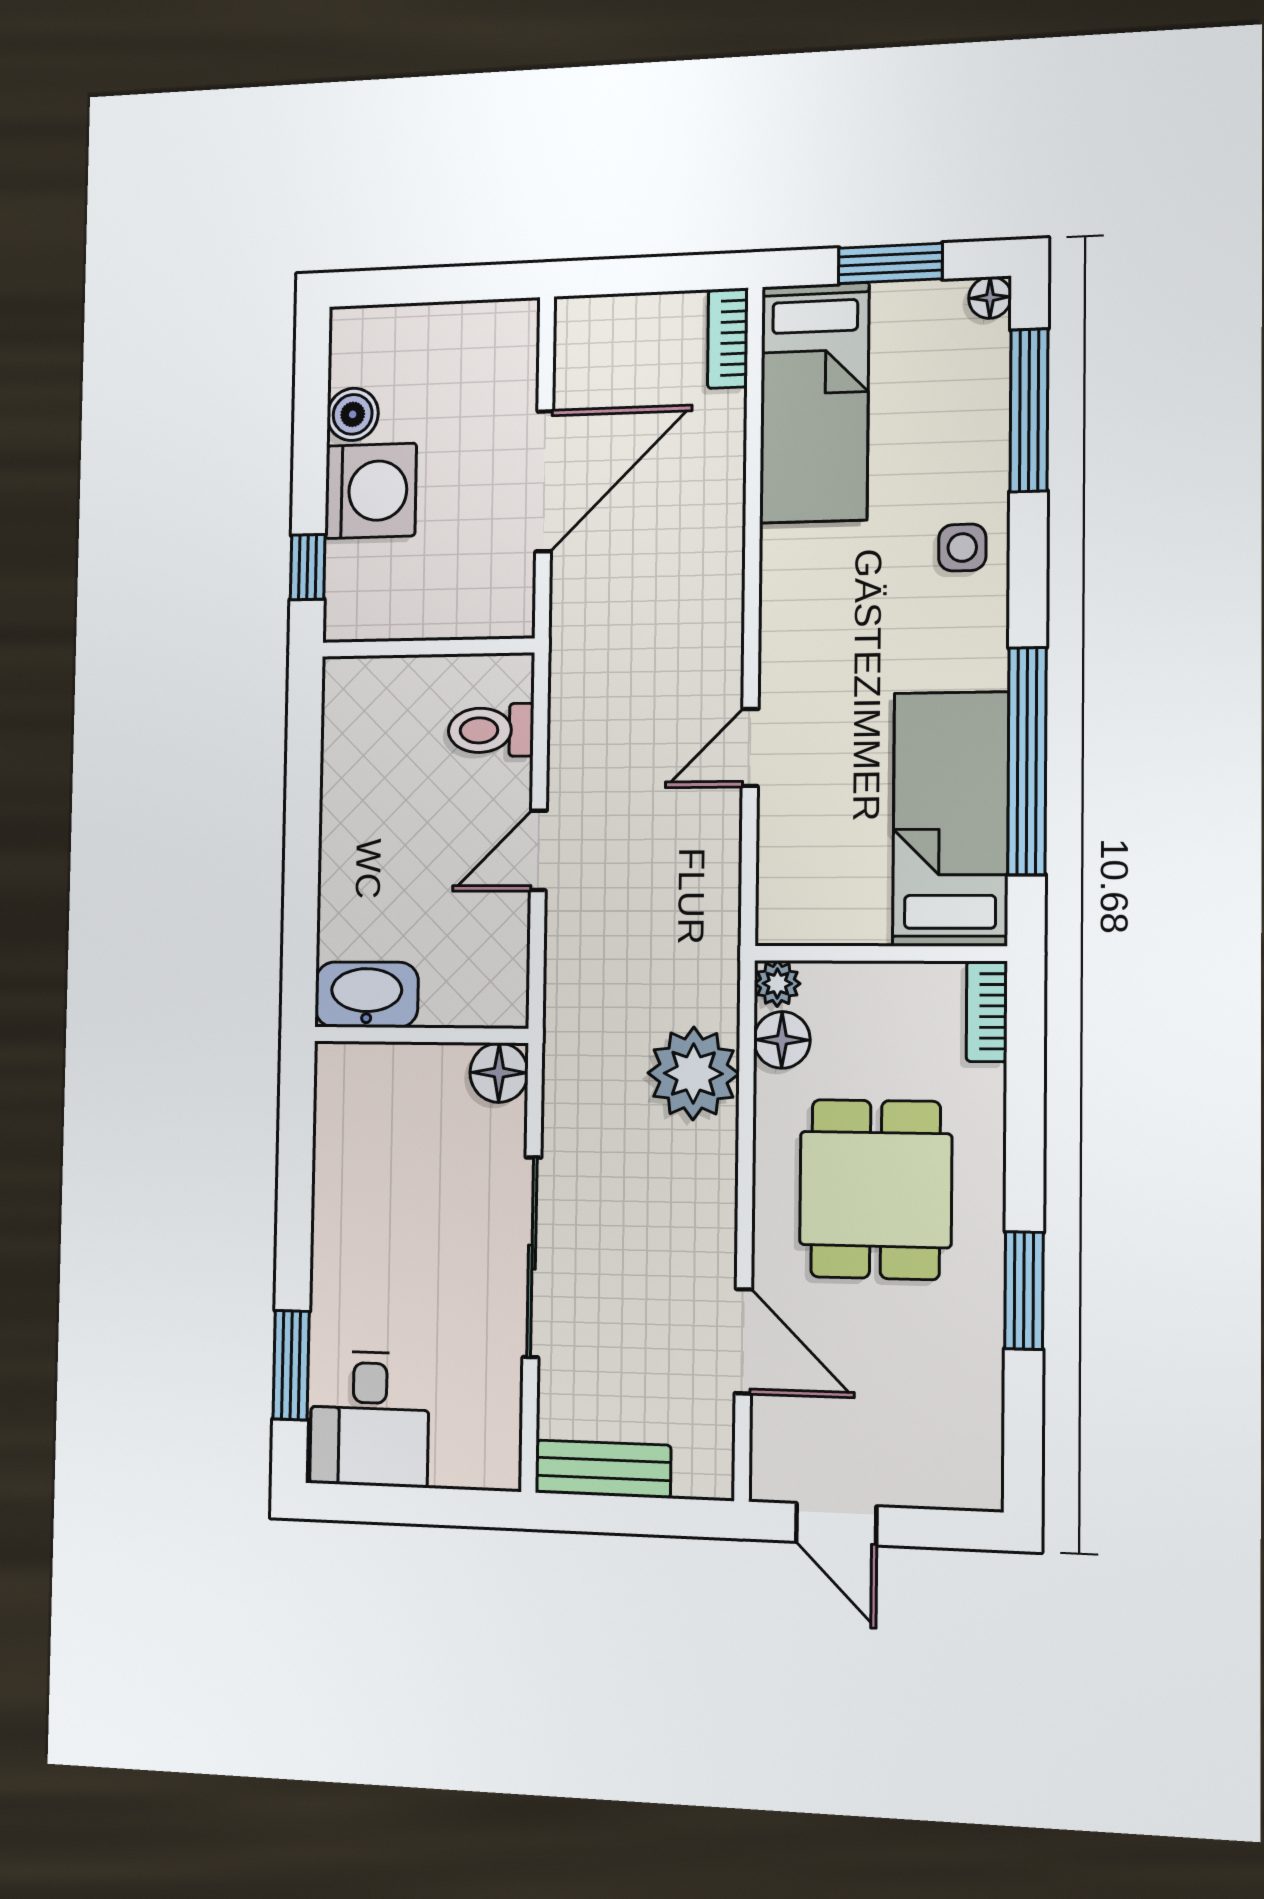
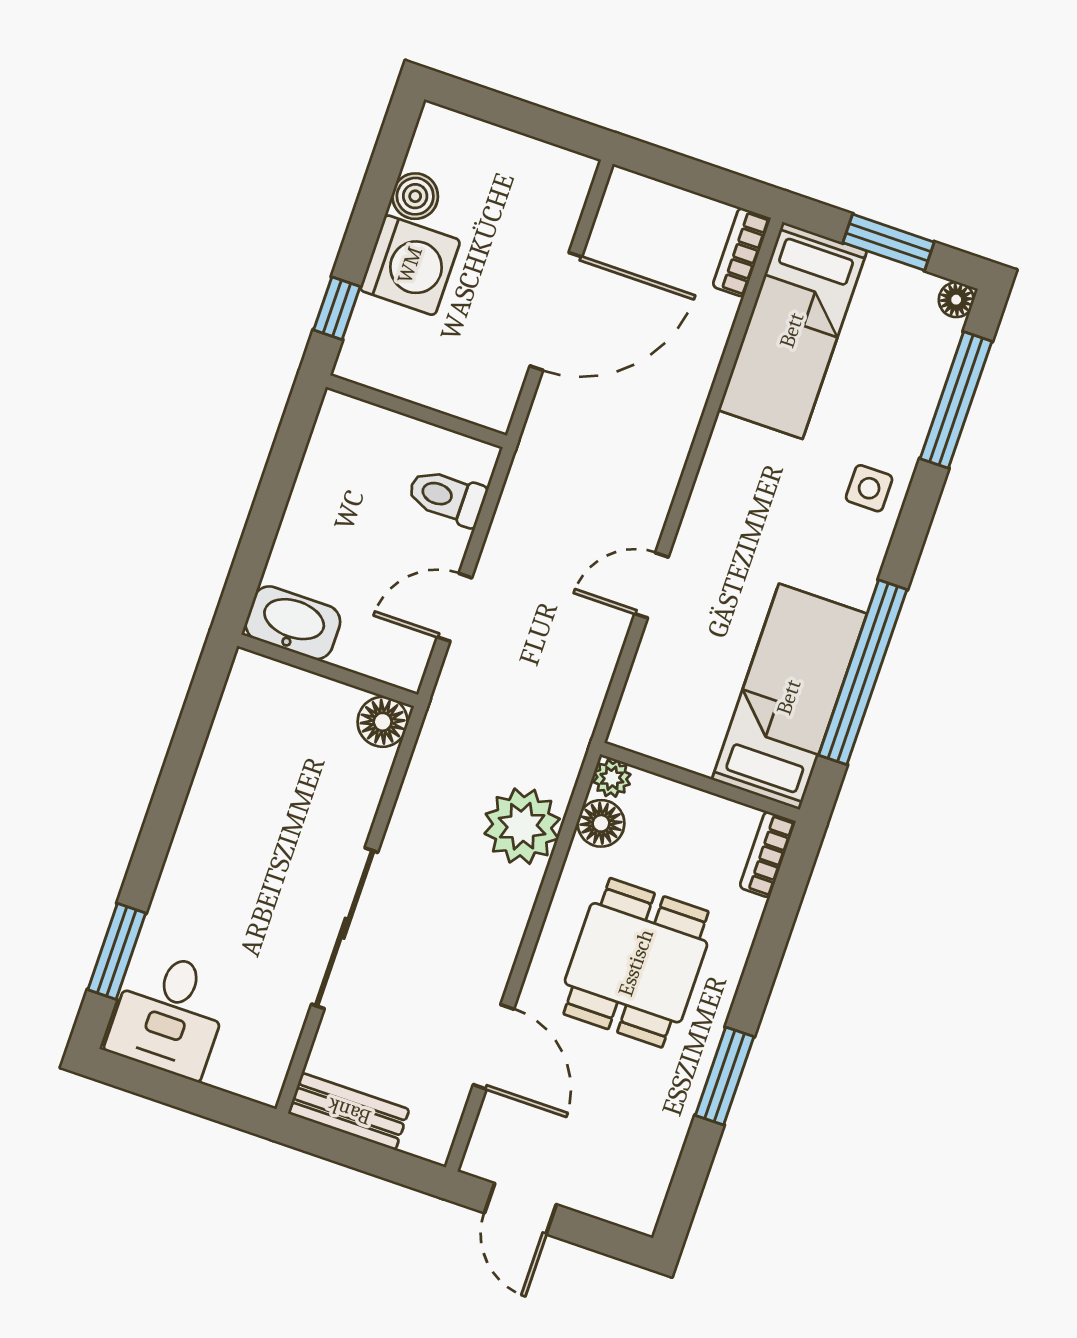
washbasin: (367, 995) -> (293, 623), moved
wall: (421, 1035) -> (328, 670), moved
floor lamp: (499, 1073) -> (383, 722), moved

